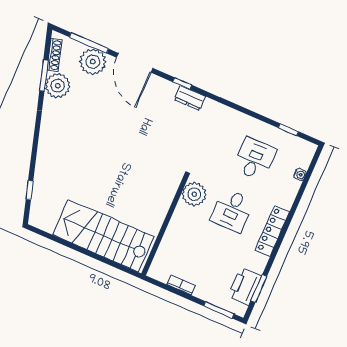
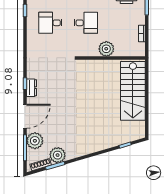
dresser: (190, 98) -> (32, 88), moved
plant: (194, 194) -> (106, 49), moved

